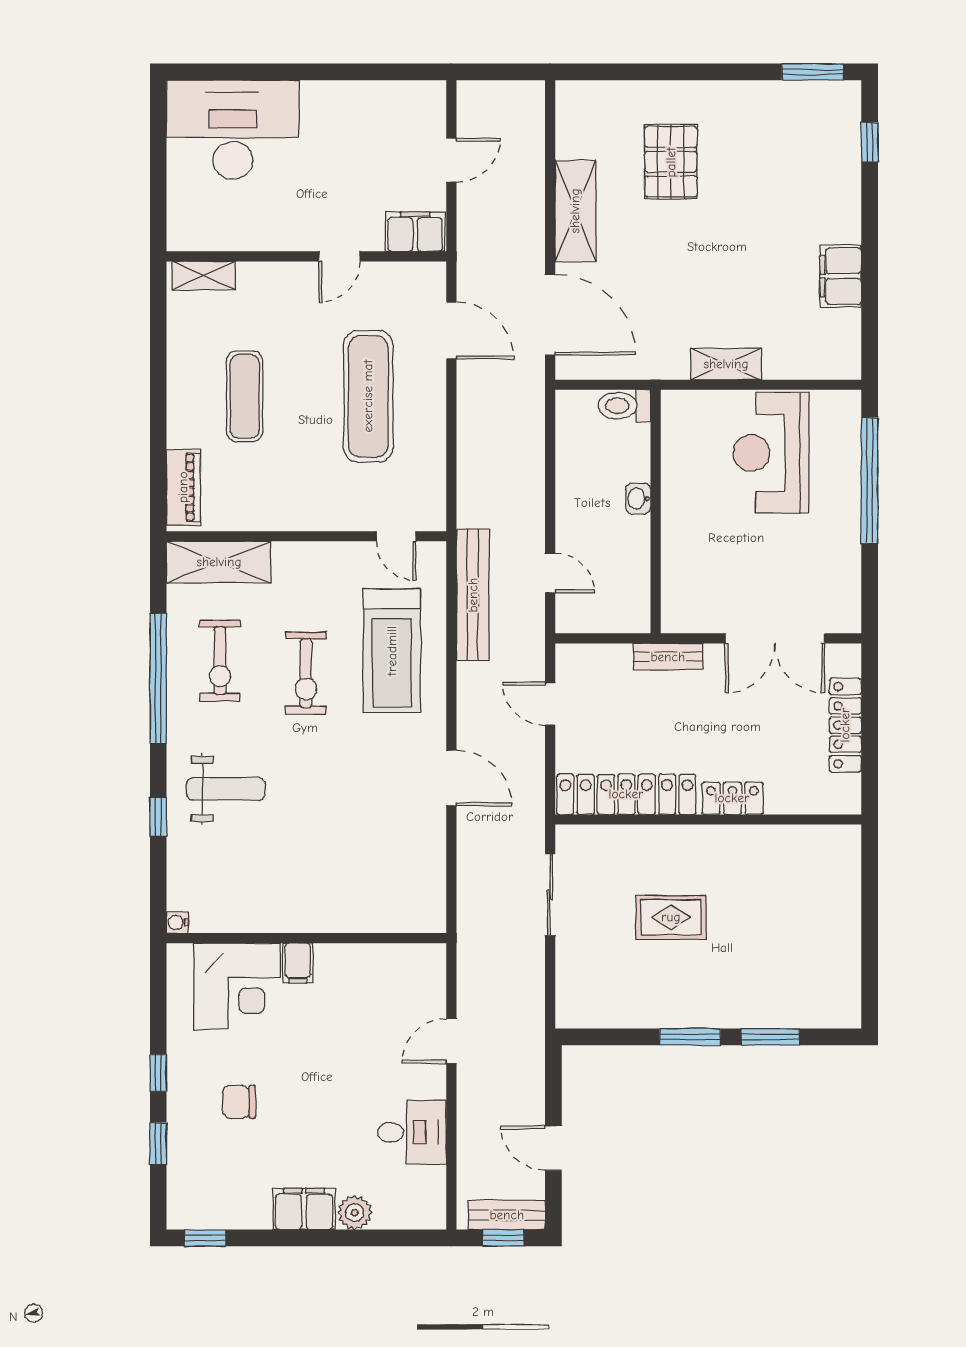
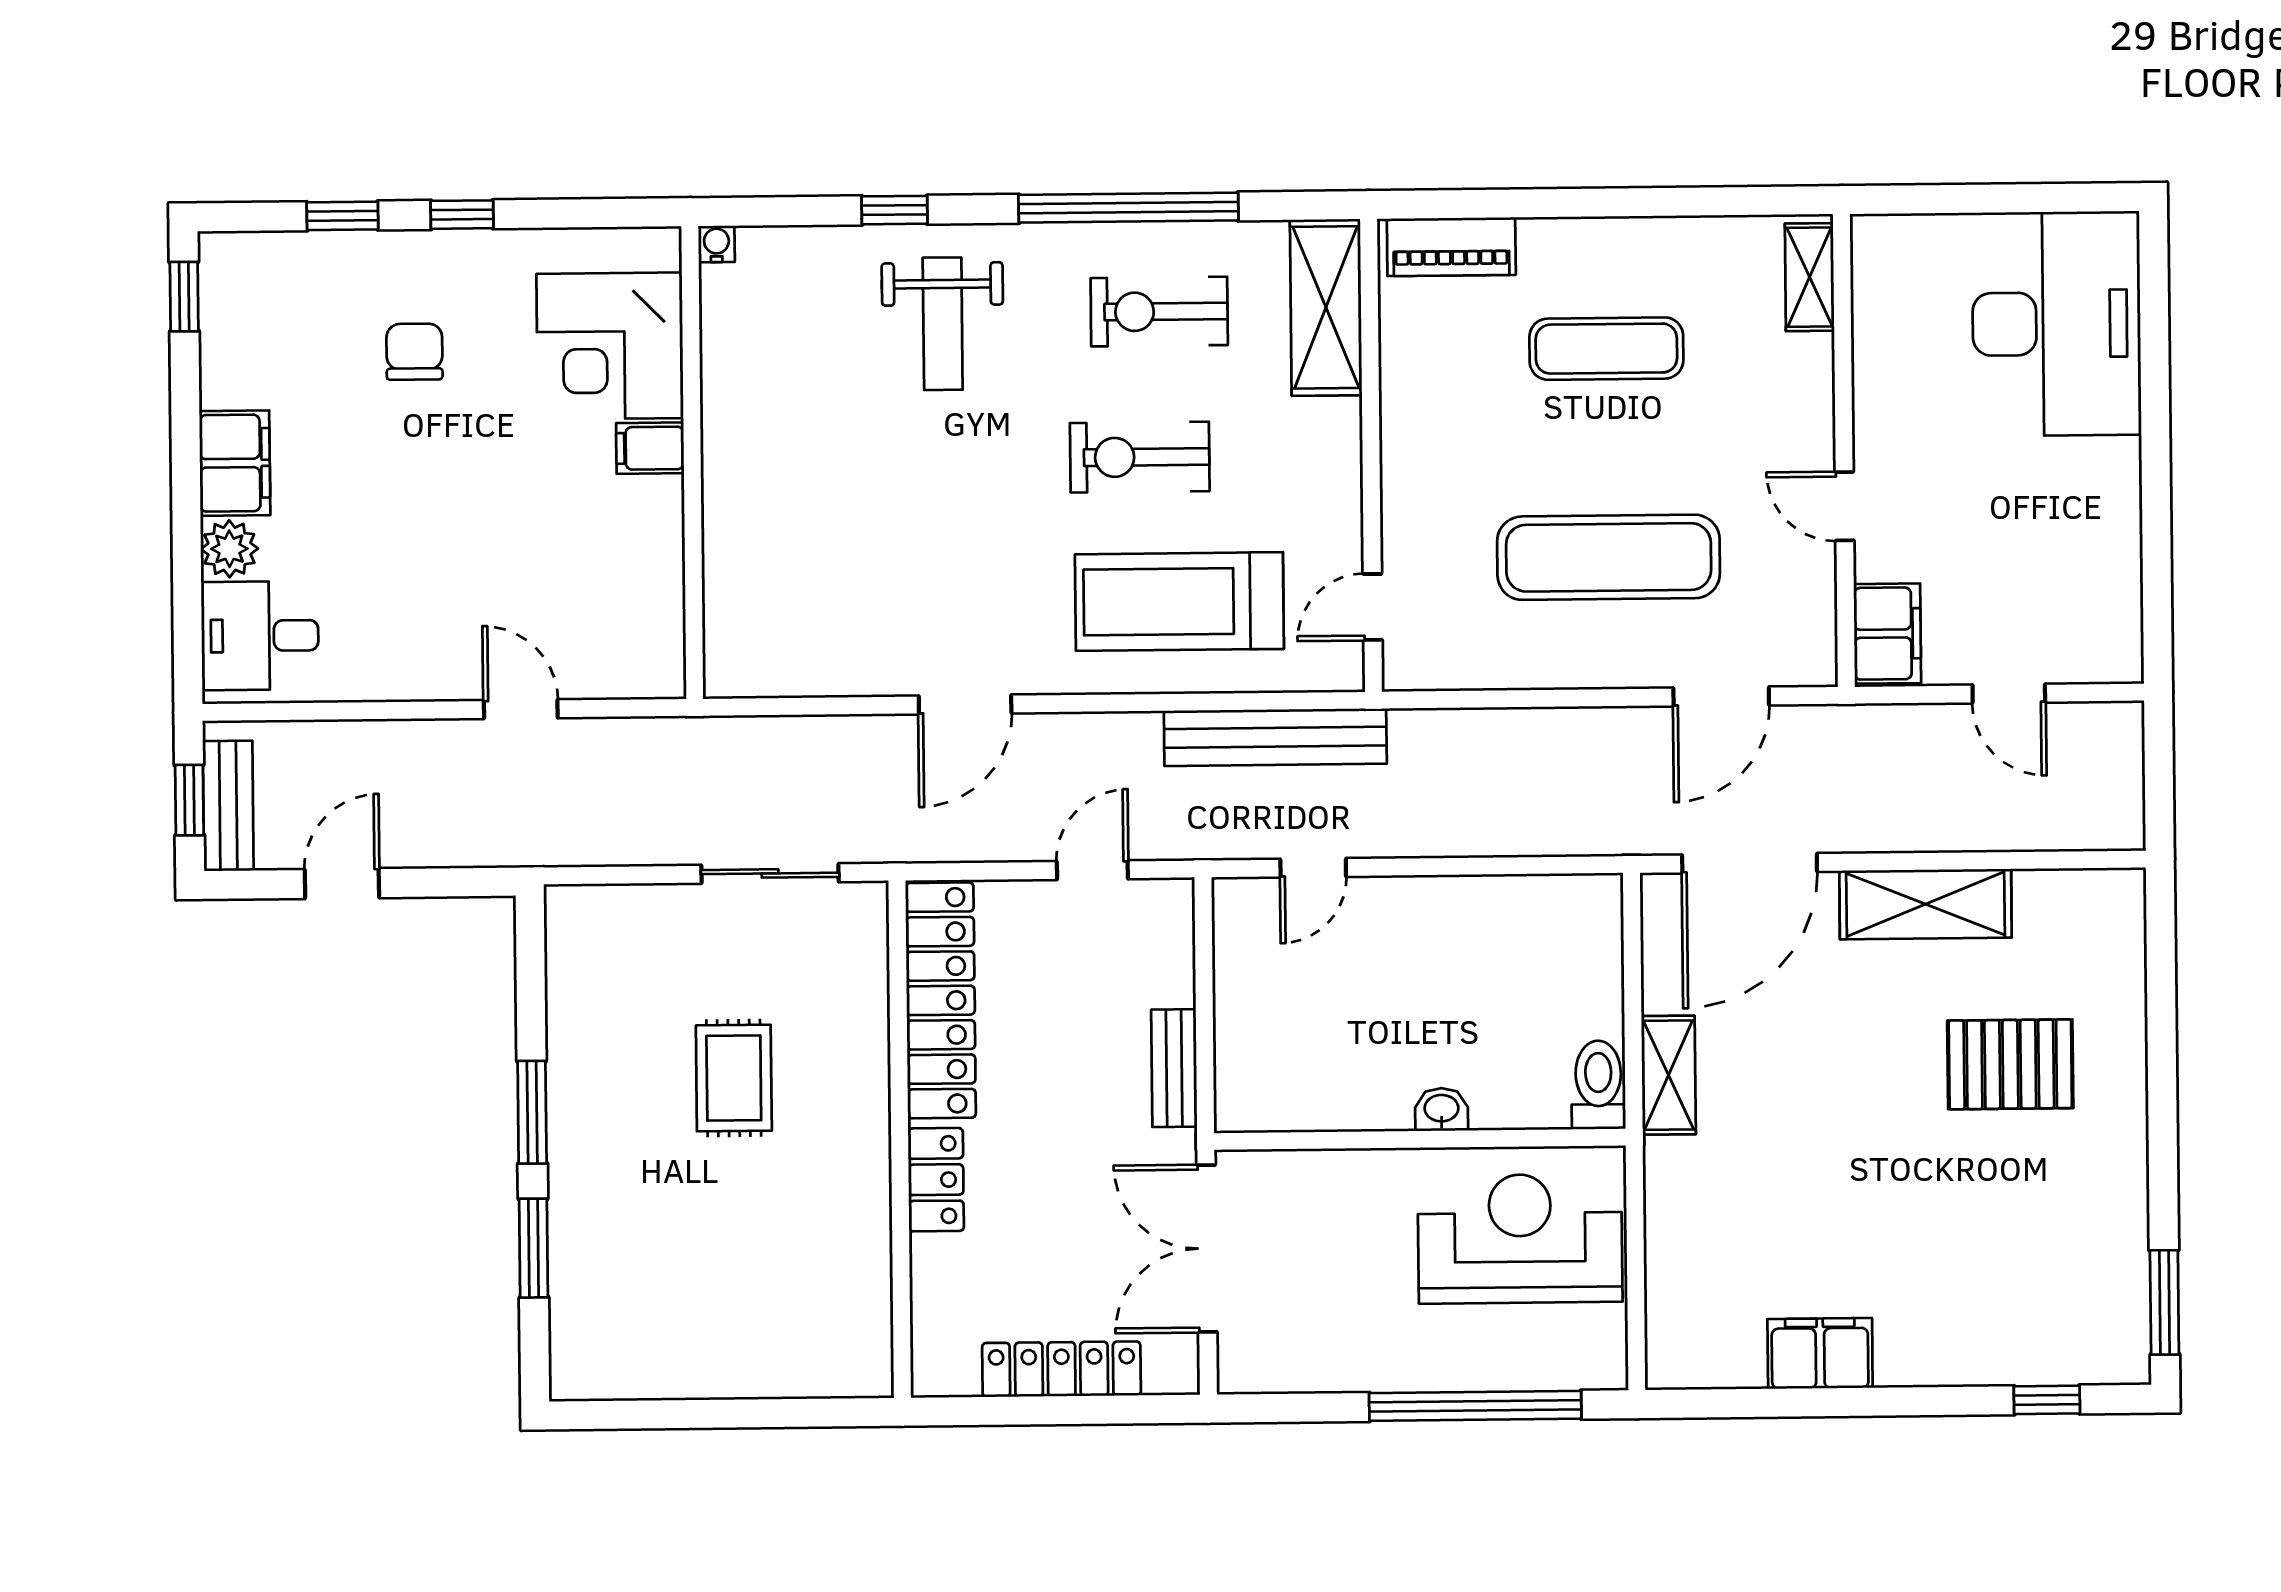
shelving: (726, 364) -> (1668, 1075), moved
toilet: (624, 406) -> (1598, 1085), moved
washbasin: (638, 499) -> (1441, 1109), moved
wall: (656, 512) -> (1420, 1139), moved
desk: (412, 1132) -> (260, 636), moved, turned 90

